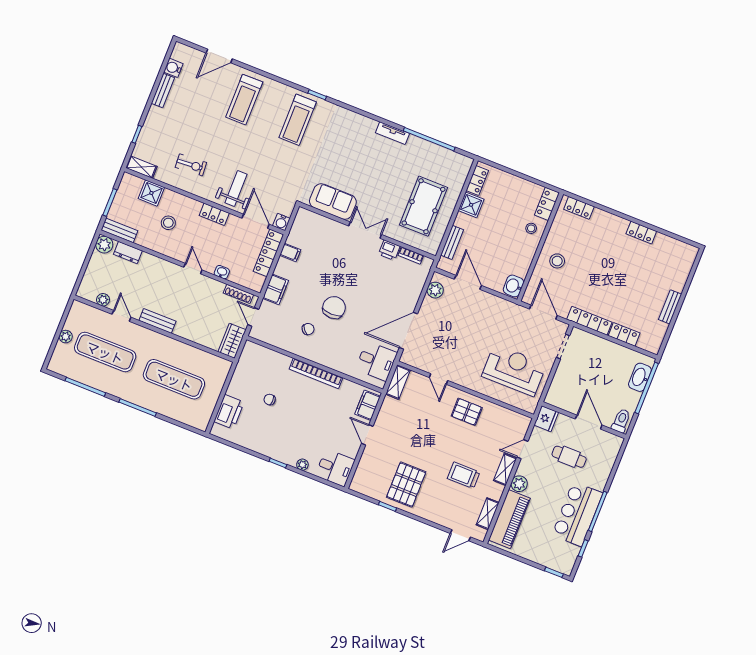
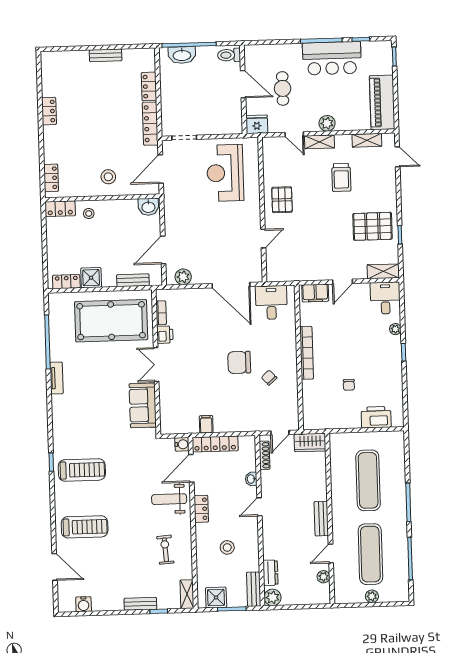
bench: (163, 91) -> (140, 604), moved
shower: (151, 193) -> (216, 597), moved
pool table: (423, 206) -> (111, 321), width x1.36, depth x1.32
filing cabinet: (276, 289) -> (246, 423), removed
shelving: (398, 382) -> (383, 271), moved
door: (589, 422) -> (243, 84), swing flipped
piano: (509, 519) -> (382, 102), moved, turned -90

